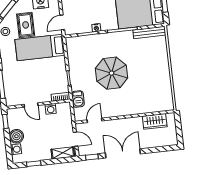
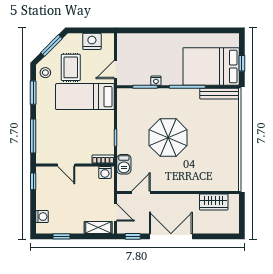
washing machine: (51, 109) -> (105, 172), moved
boiler: (16, 136) -> (44, 201), removed

